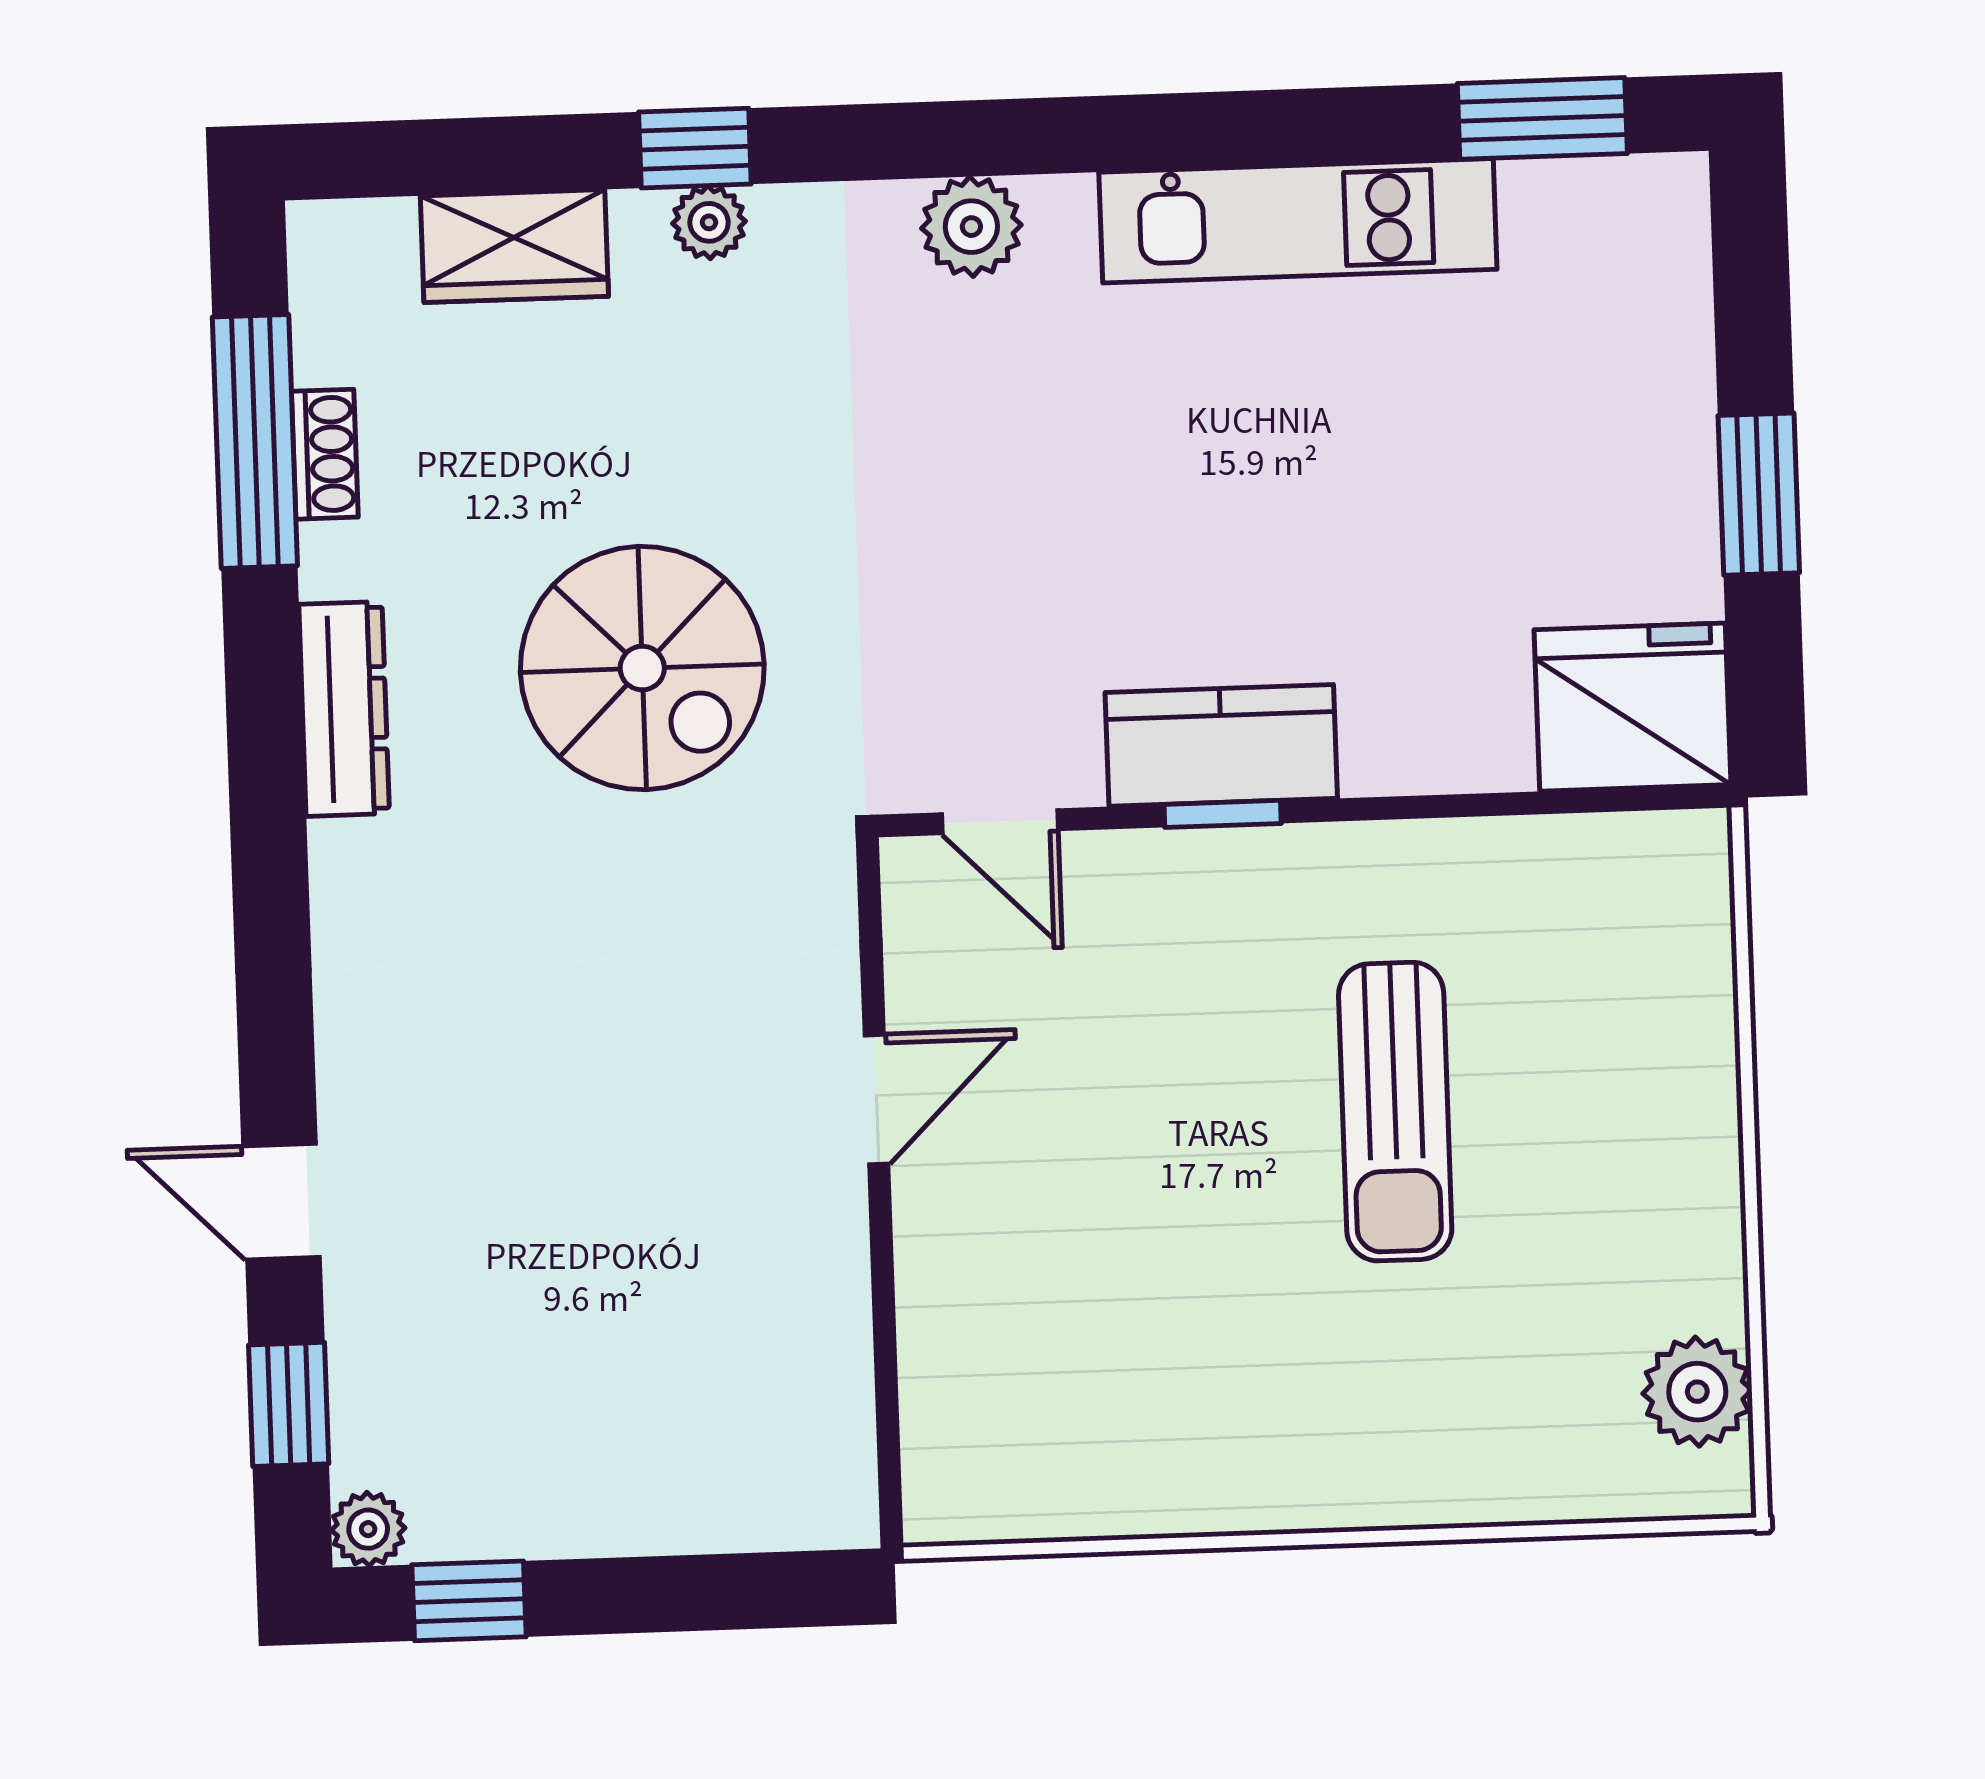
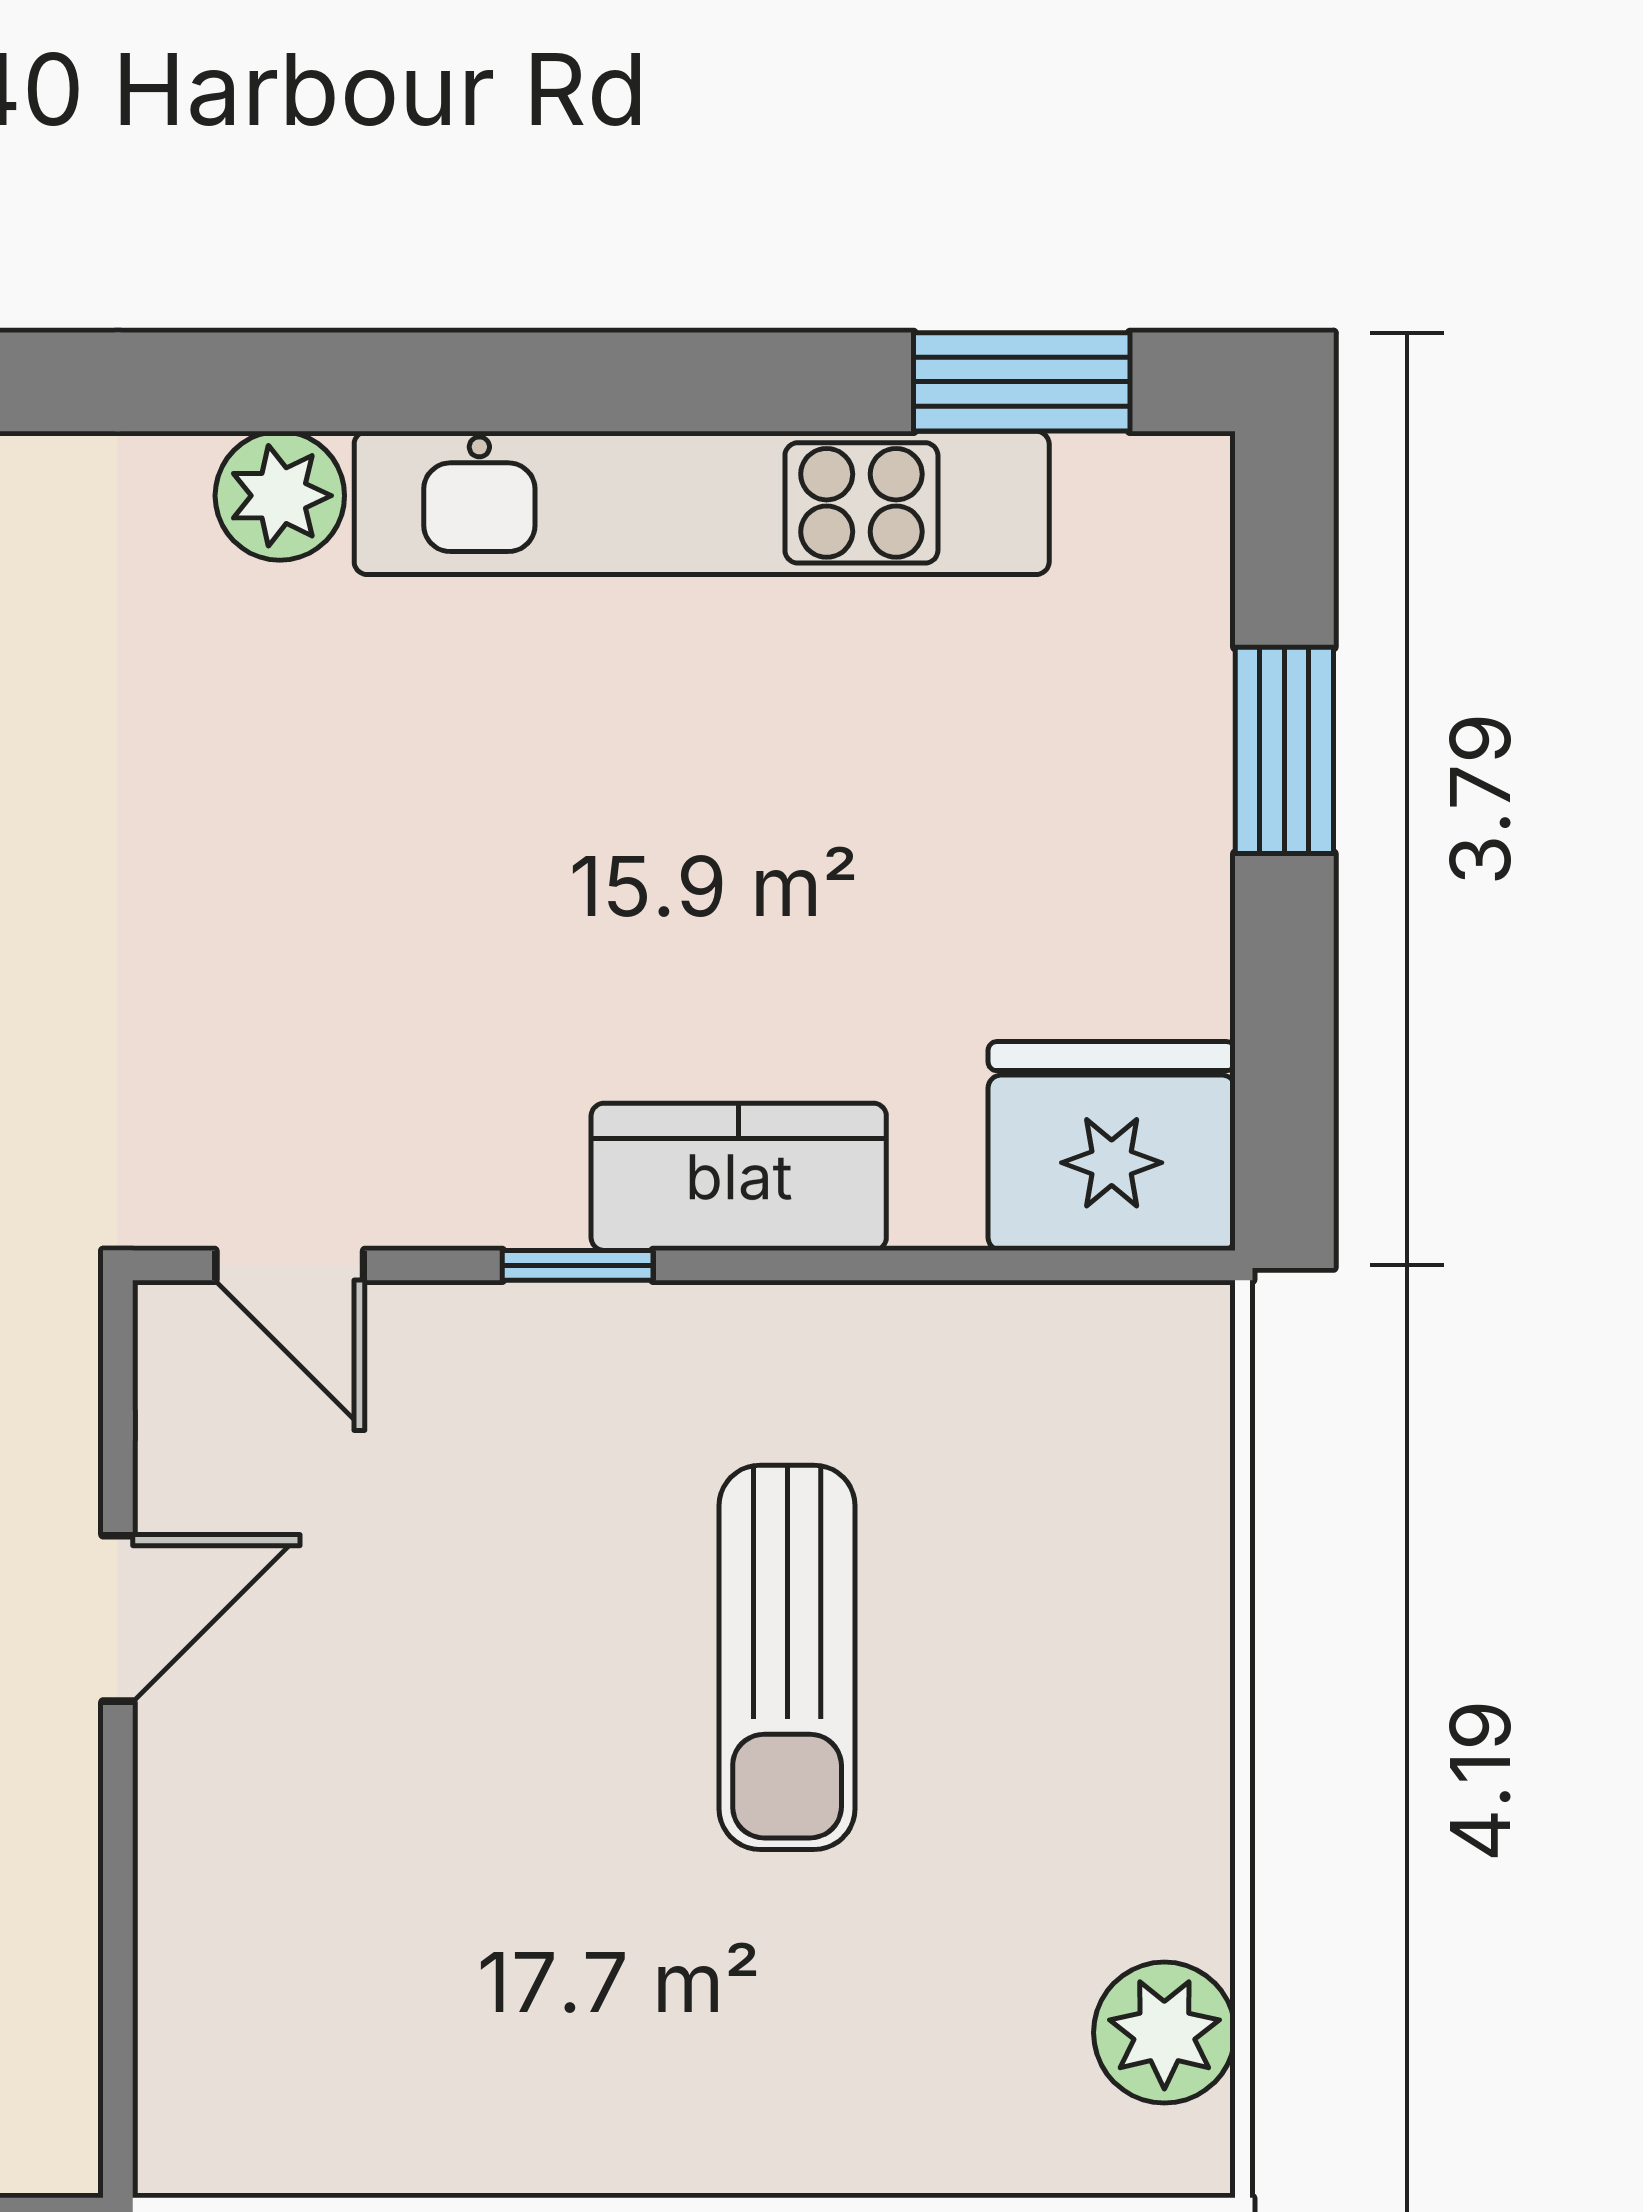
kitchen unit: (1298, 221) -> (702, 503), width x1.36
window: (1759, 494) -> (1284, 750), moved
kitchen counter: (1221, 745) -> (739, 1177), moved

